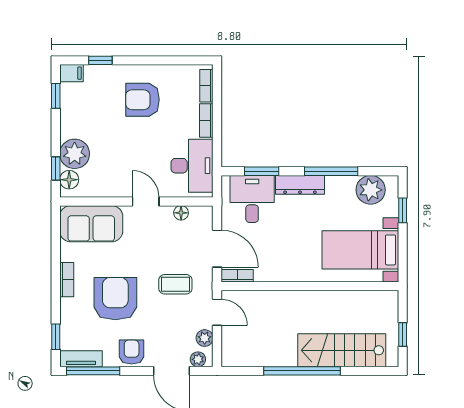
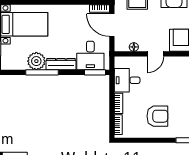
desk: (192, 166) -> (127, 80), width x0.73
window: (262, 171) -> (95, 72), moved
plant: (371, 190) -> (36, 61), moved
door: (146, 201) -> (155, 54), hinge flipped

